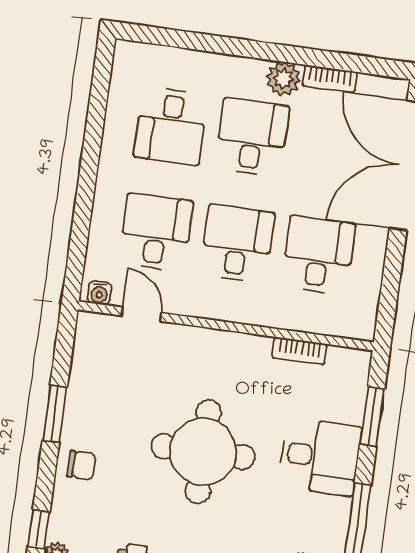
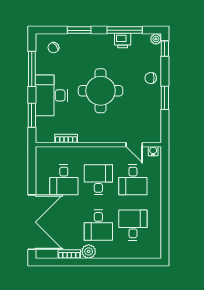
desk: (237, 244) -> (98, 180), turned 180
desk: (320, 457) -> (51, 95), width x1.37

